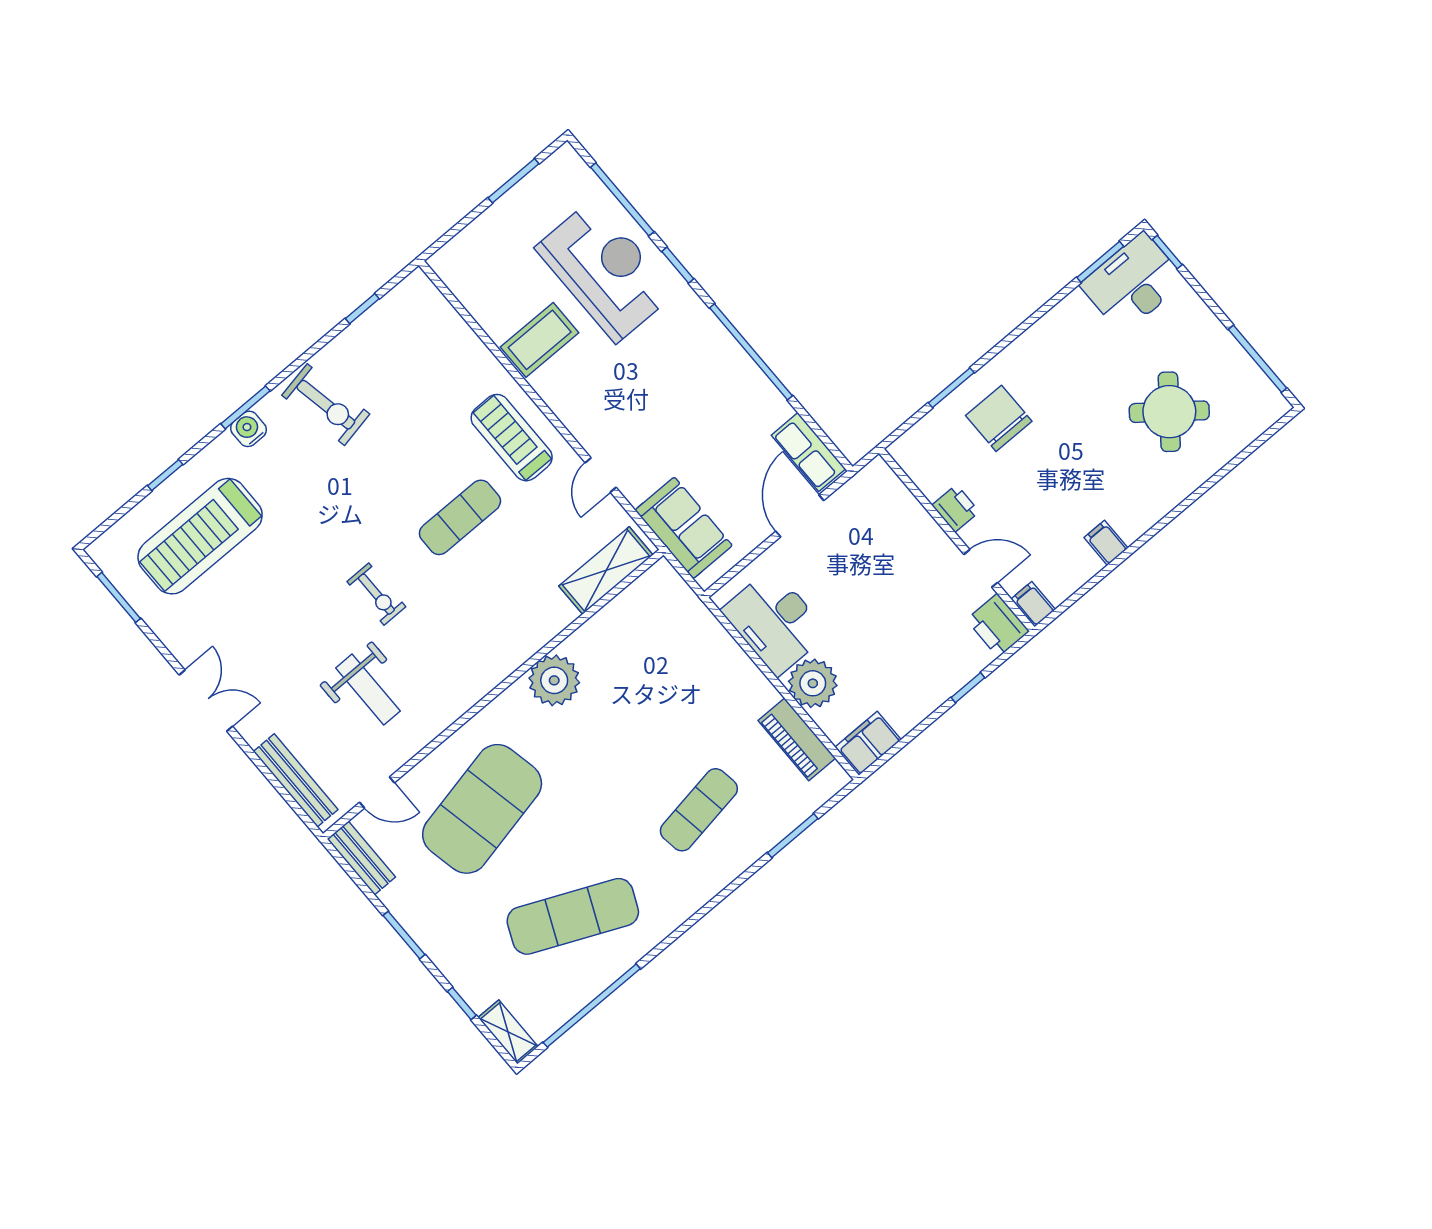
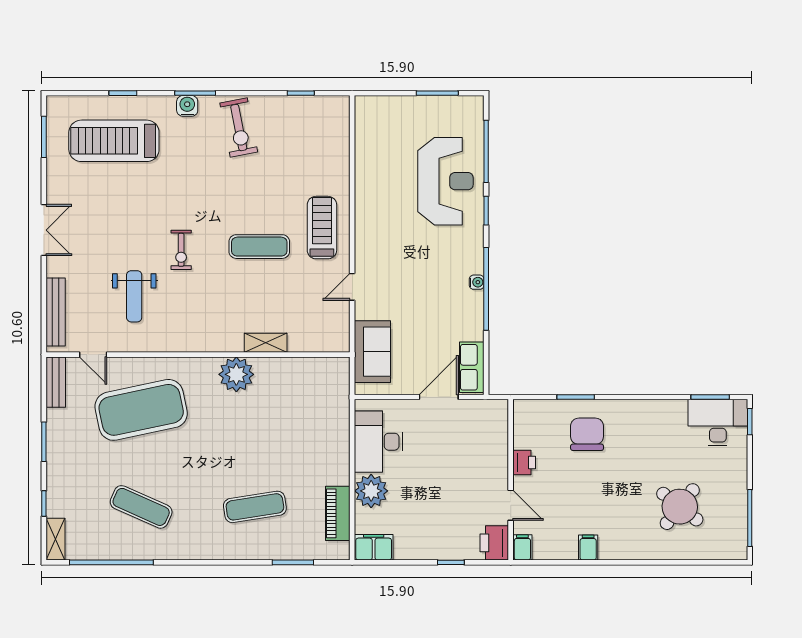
coffee table: (540, 340) -> (380, 189), removed
water cooler: (734, 353) -> (477, 282), added
shelving: (606, 571) -> (266, 343), moved, width x0.67, depth x0.75
exercise mat: (573, 916) -> (141, 507), width x0.73, depth x0.69

